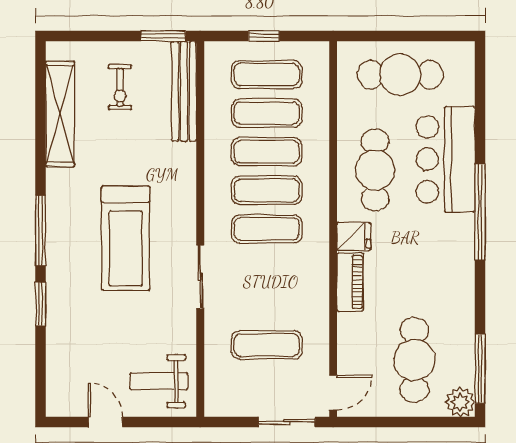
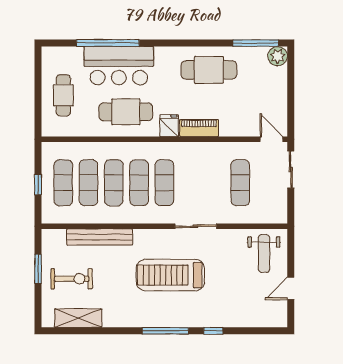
window: (163, 36) -> (38, 269), moved
cafe table: (400, 75) -> (63, 95), width x0.73, depth x0.74
exercise bike: (120, 87) -> (72, 279), width x1.38, depth x1.39
bench: (184, 91) -> (99, 237), moved
shelving: (60, 114) -> (78, 318), width x0.68
window: (480, 212) -> (108, 43), moved
treadmill: (126, 238) -> (170, 275), turned 180
window: (40, 304) -> (213, 331), width x0.67
cafe table: (414, 360) -> (209, 70), moved

